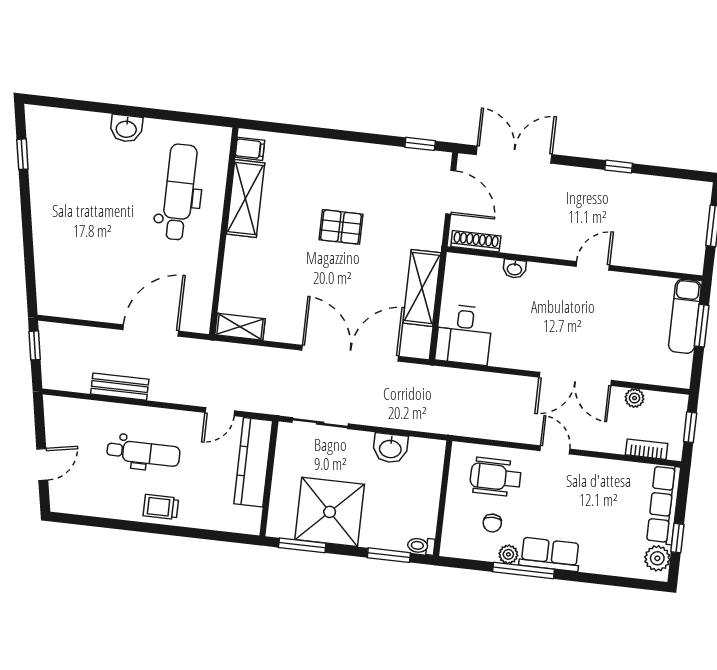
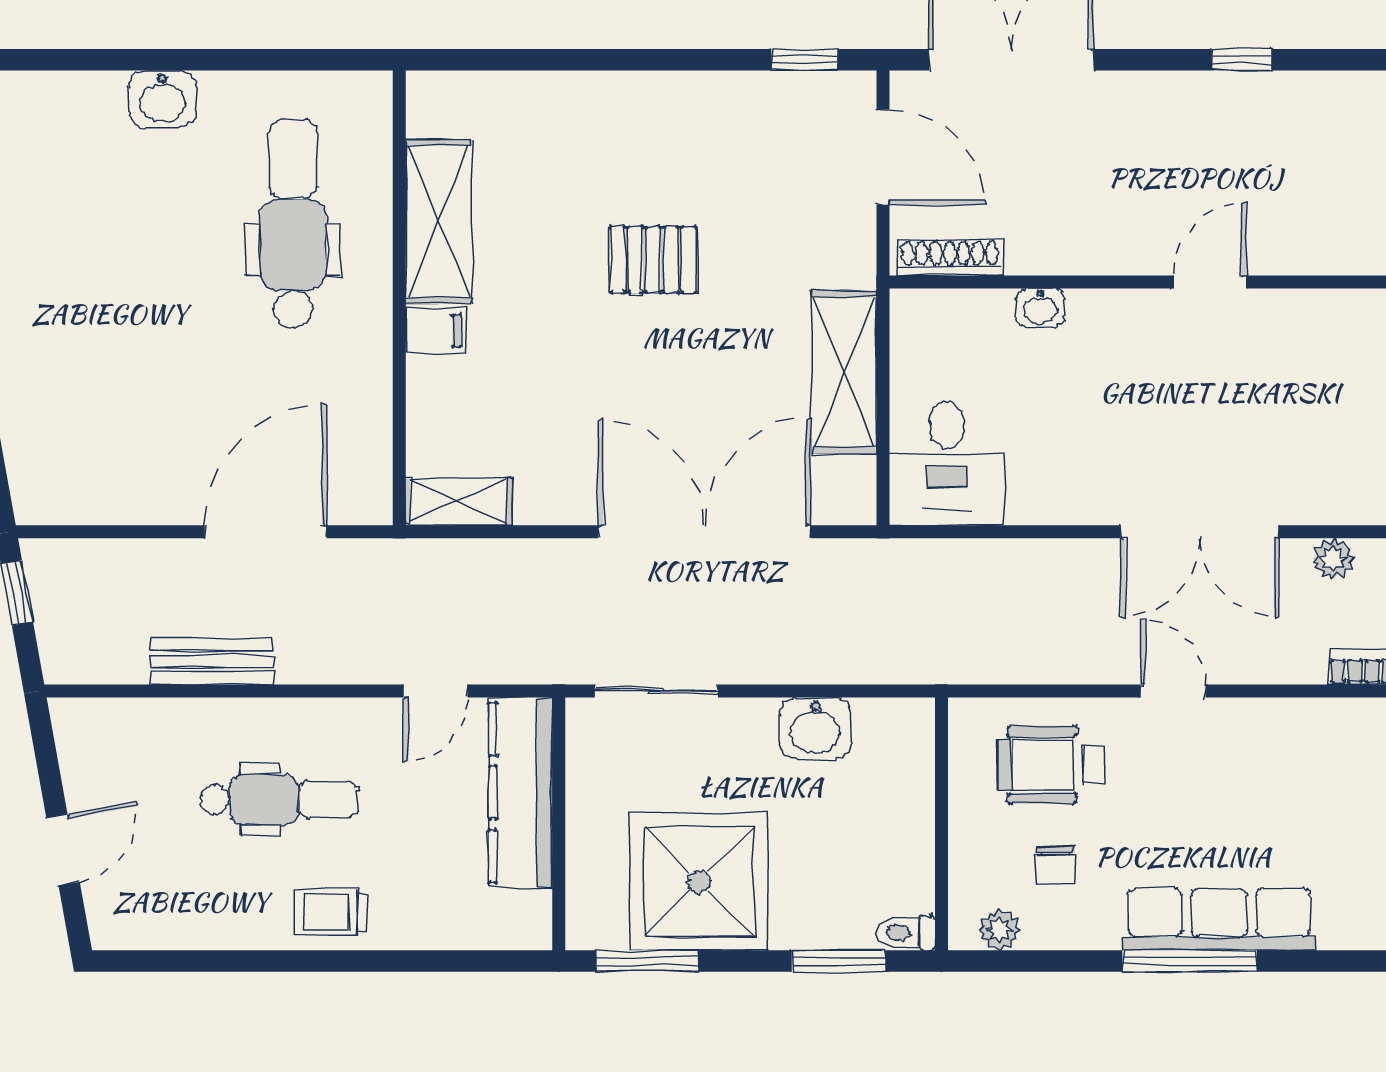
filing cabinet: (250, 149) -> (436, 331), moved
plant: (508, 554) -> (999, 930), moved
row of seats: (550, 554) -> (1219, 919), width x1.48
window: (524, 571) -> (1190, 961), moved

